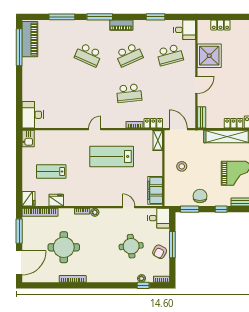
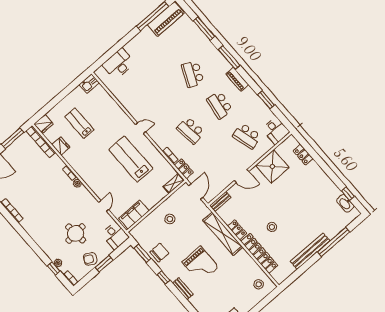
school desk: (129, 55) -> (220, 105), turned 33
desk: (33, 115) -> (119, 64), moved
window: (172, 245) -> (104, 264), width x0.69
round table: (64, 247) -> (30, 183), removed

